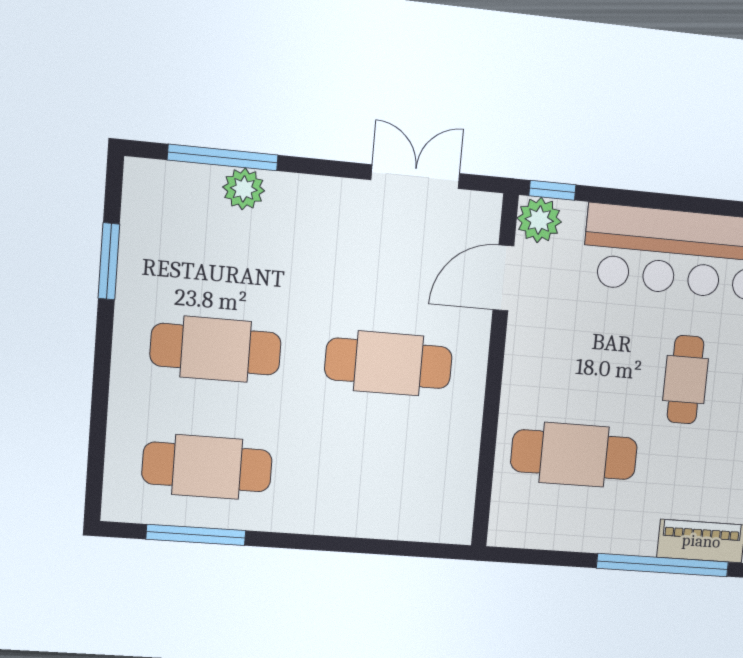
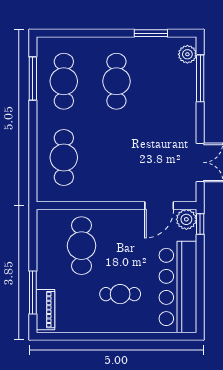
plant: (244, 189) -> (187, 54), moved
door: (503, 278) -> (159, 206), swing flipped
cafe table: (388, 363) -> (64, 158), moved
window: (663, 565) -> (33, 293), width x0.68

